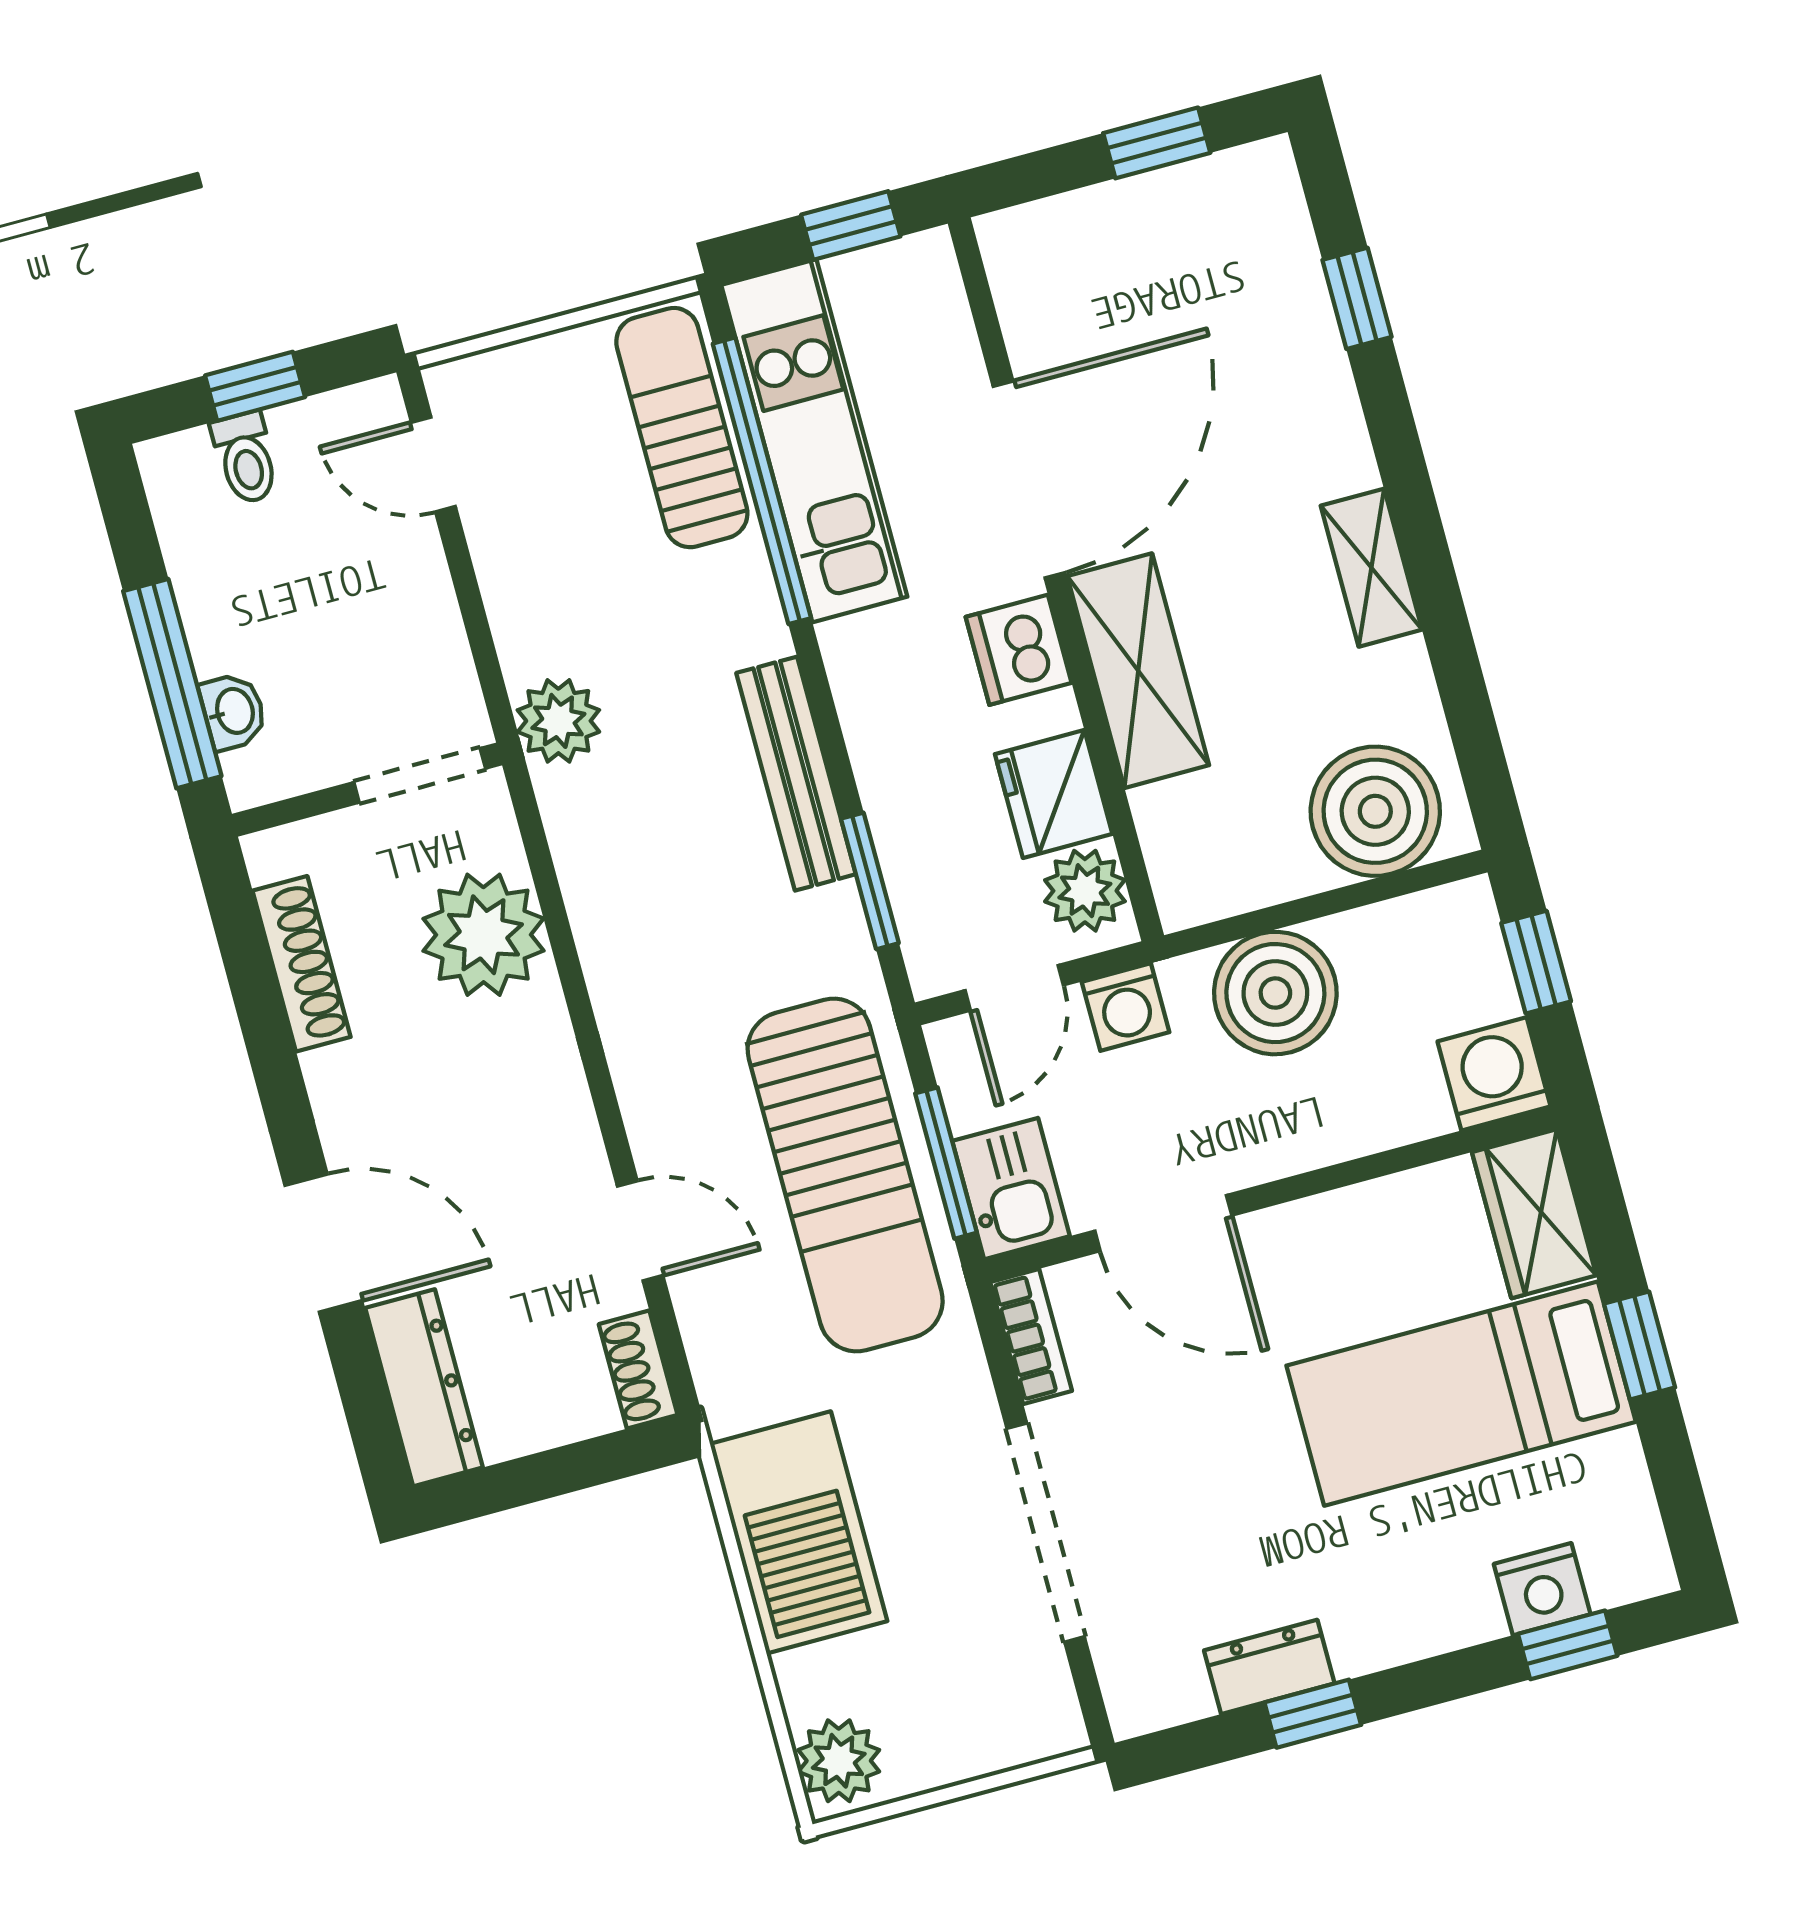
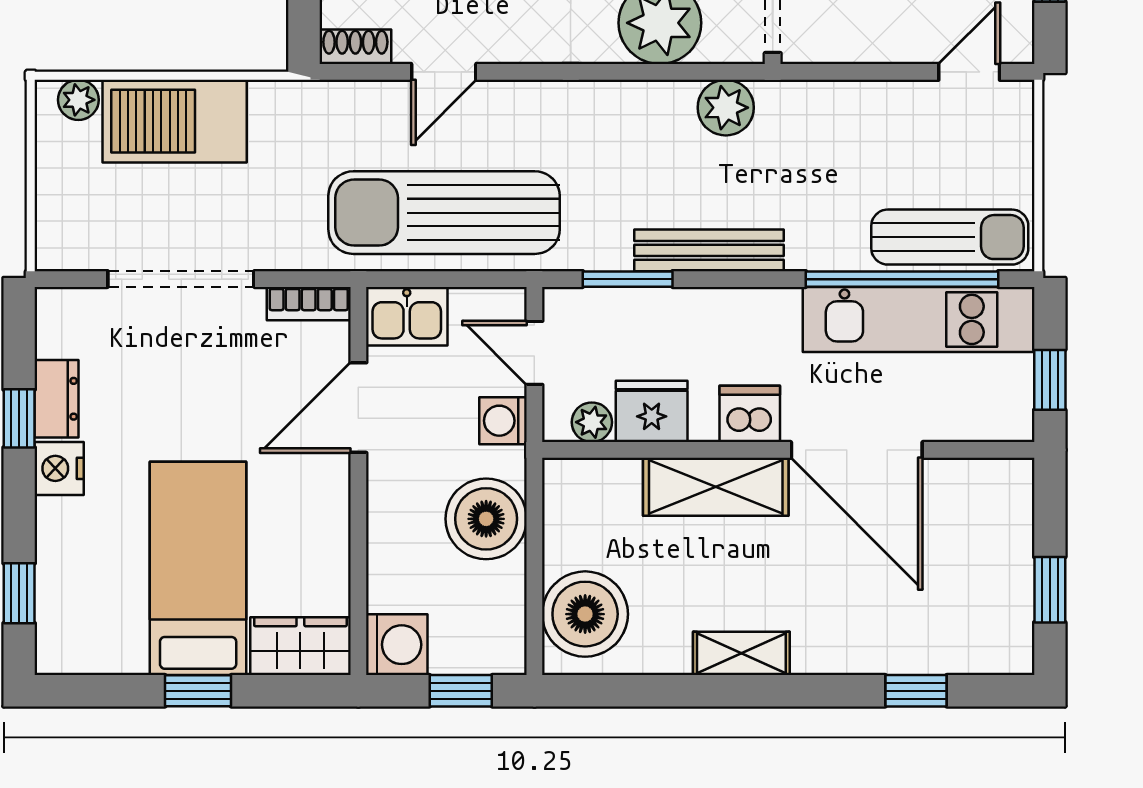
plant: (558, 721) -> (726, 108), moved
plant: (1085, 891) -> (592, 422), width x0.73, depth x0.73
window: (946, 1163) -> (434, 279), removed
barbecue: (799, 1532) -> (175, 121), moved
nightstand: (1542, 1589) -> (59, 468), moved
plant: (839, 1761) -> (78, 100), width x0.73, depth x0.73

